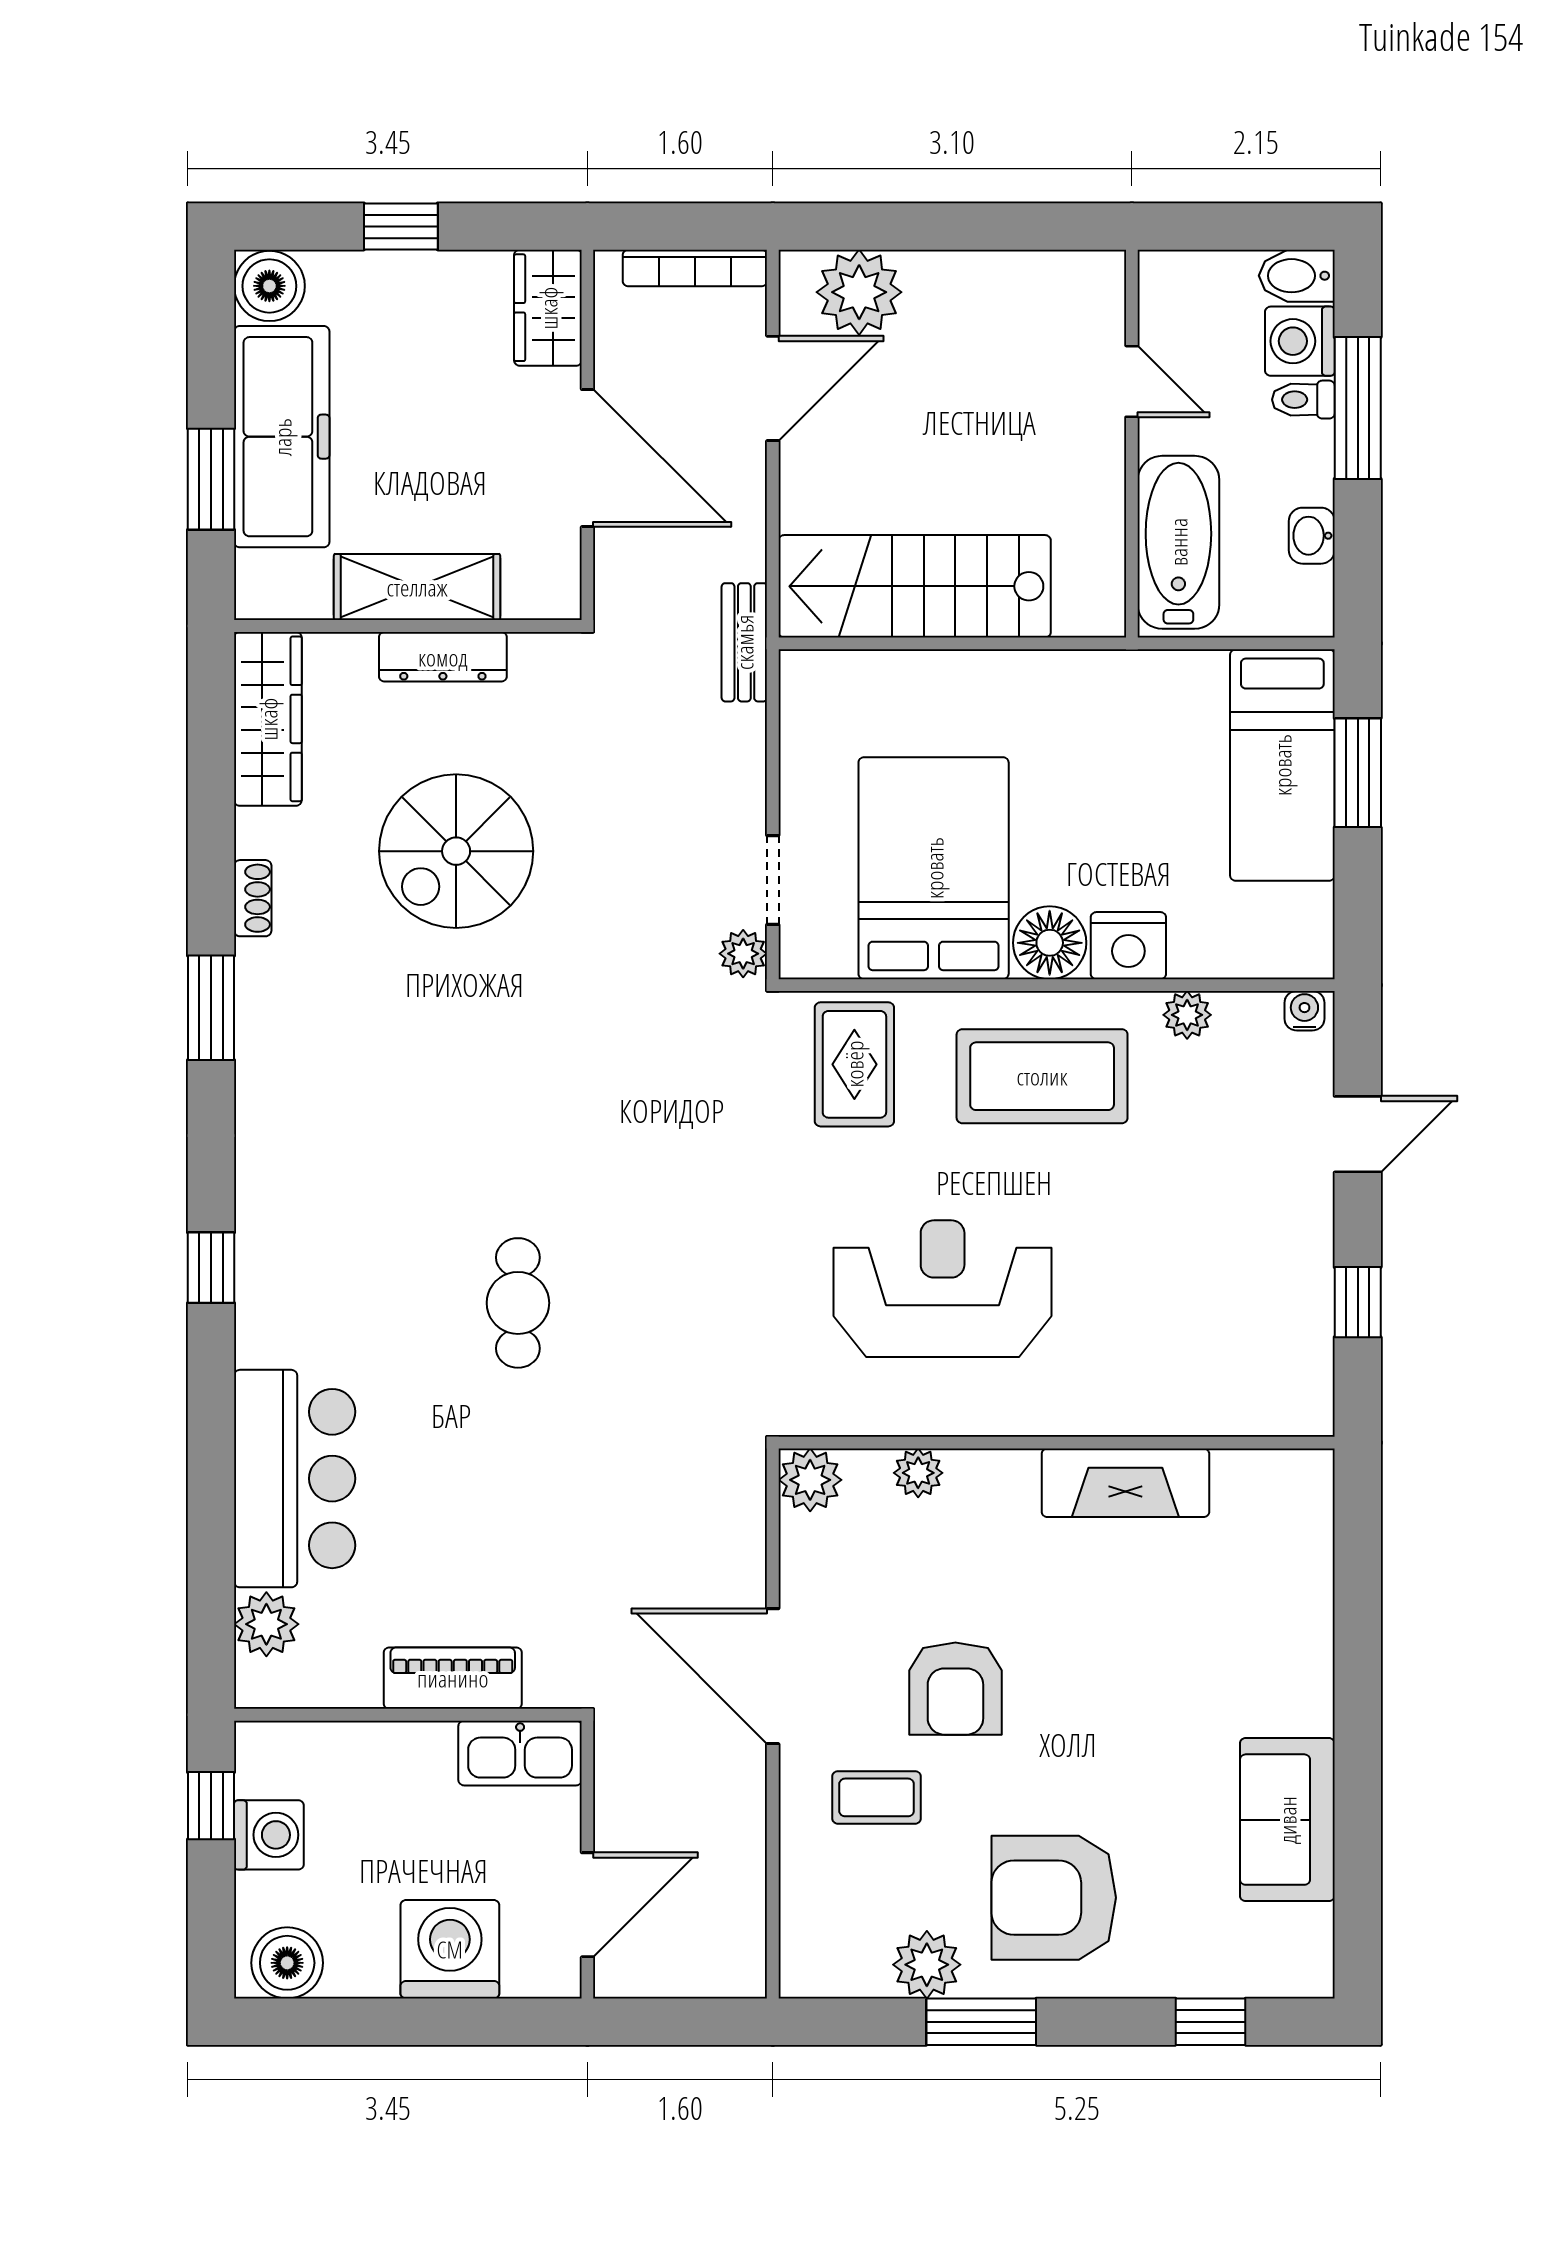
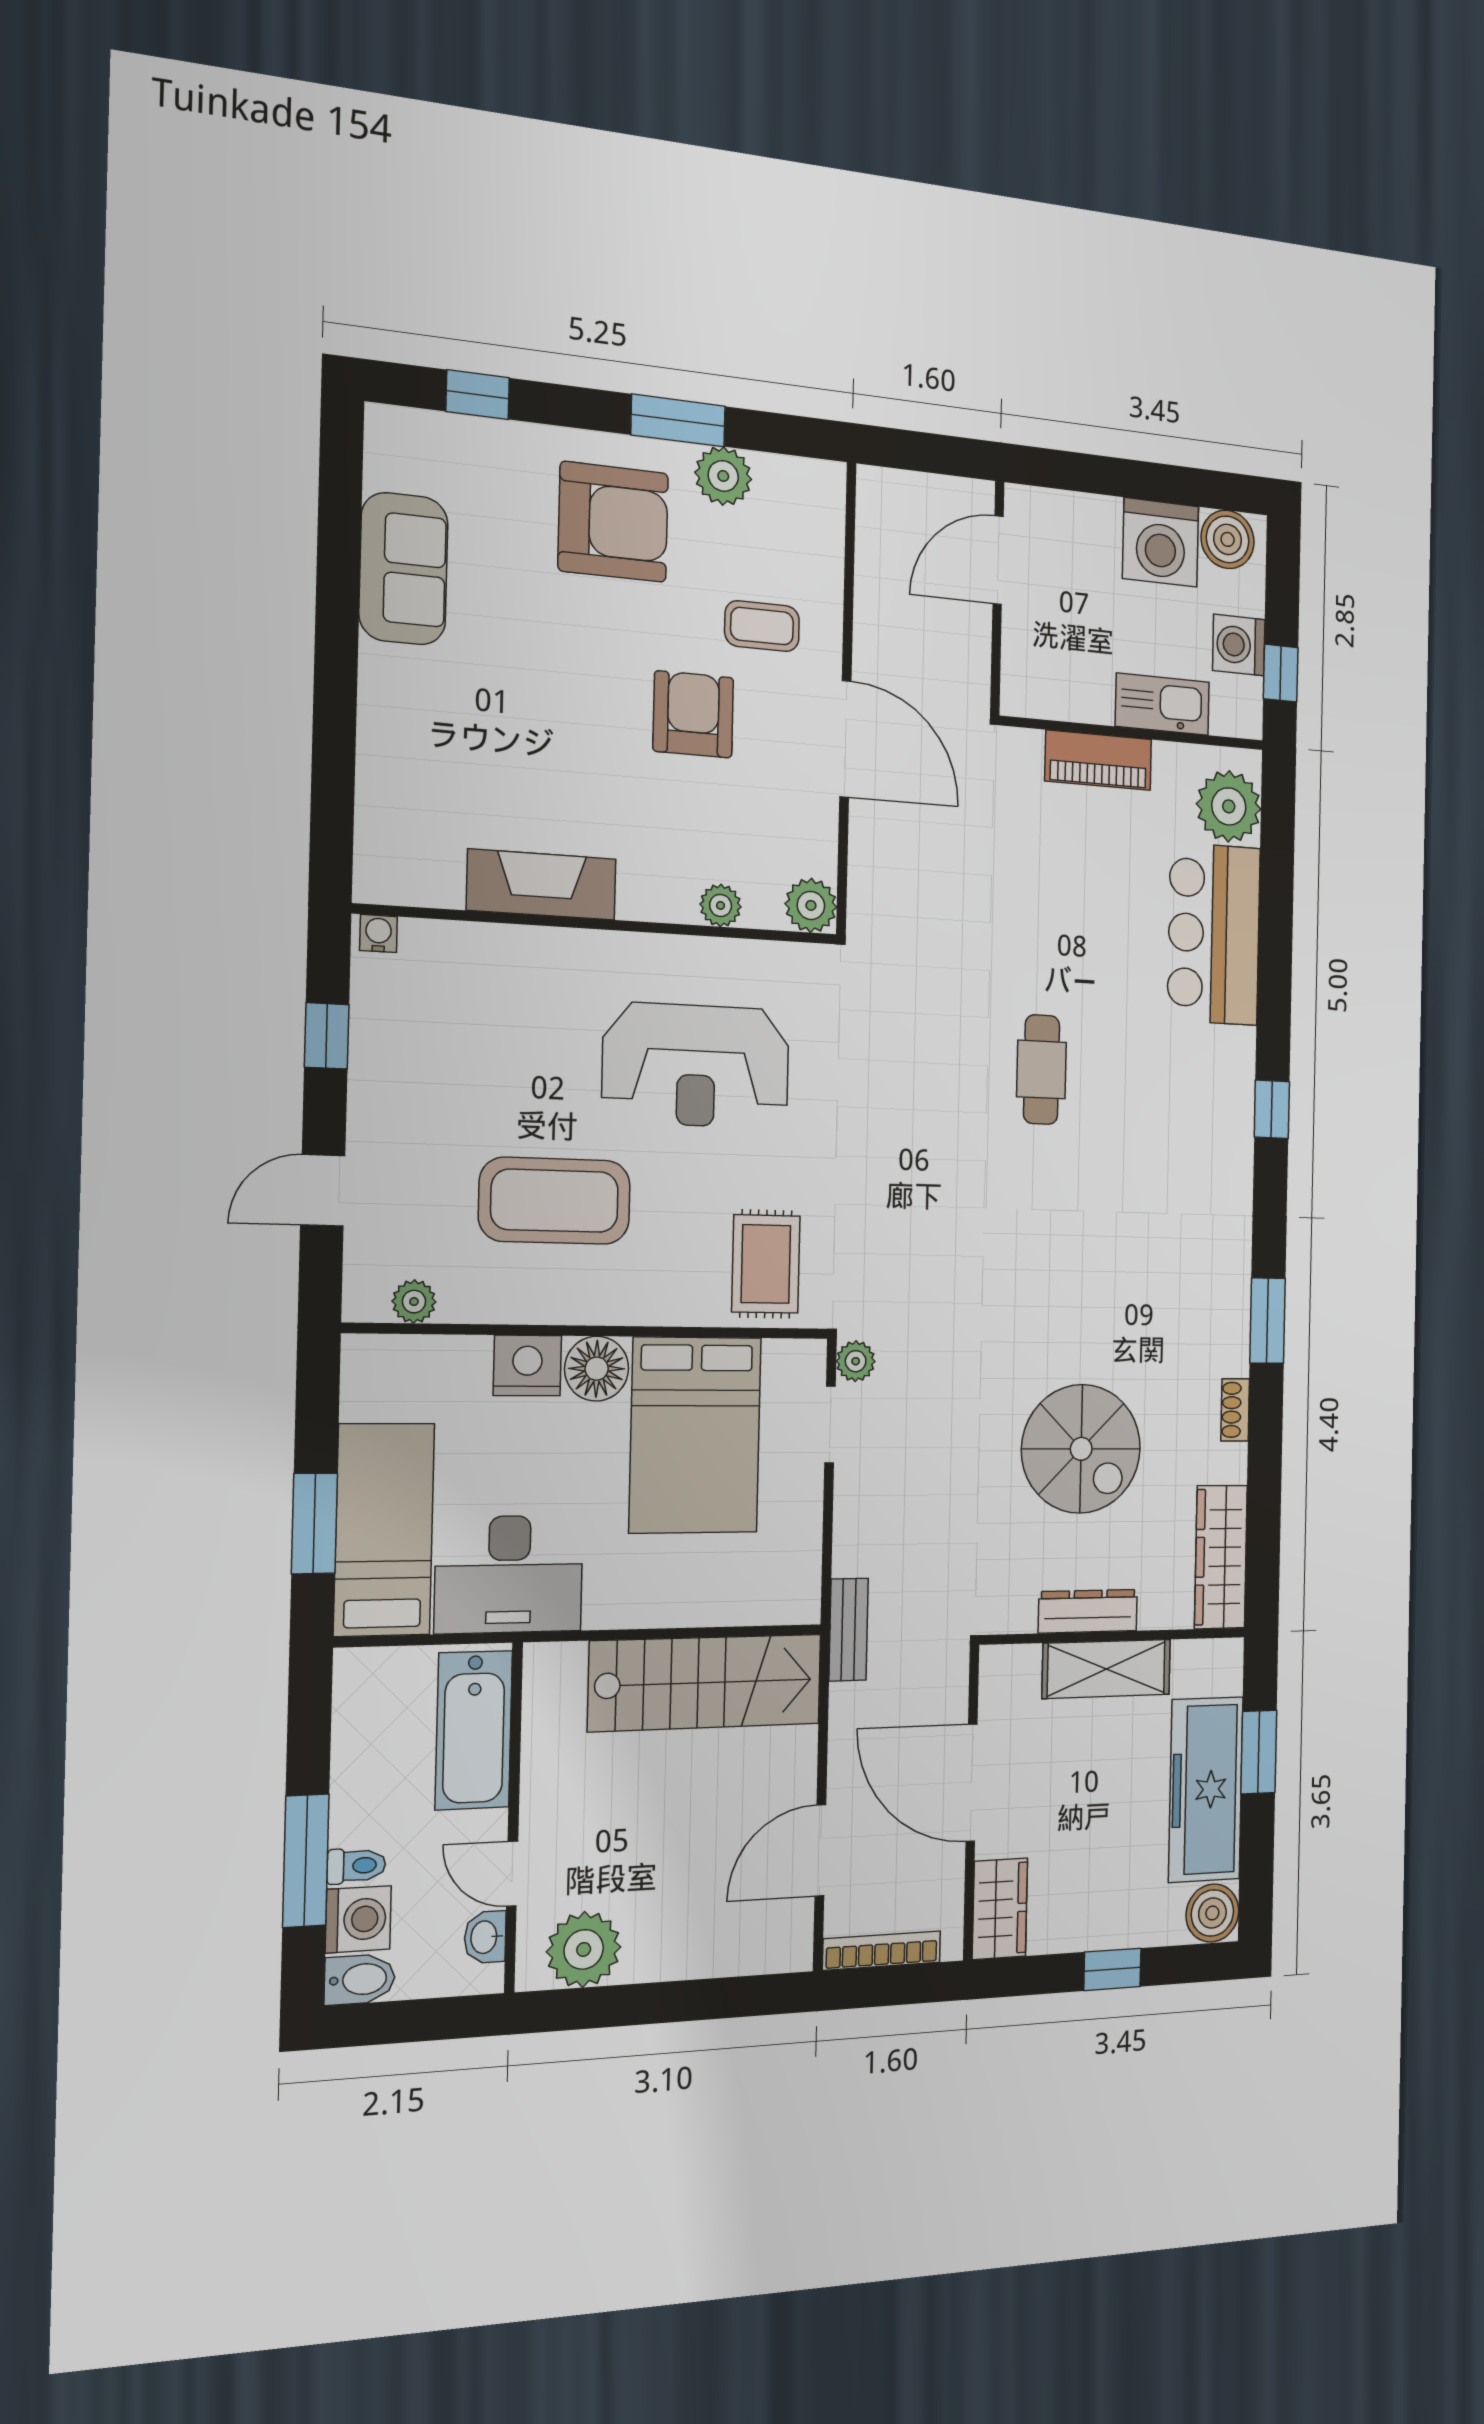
plant: (859, 292) -> (584, 1949), moved
washbasin: (1312, 536) -> (485, 1937), moved, turned 180
desk: (1143, 714) -> (509, 1574), added
spiral stairs: (456, 851) -> (1081, 1449), turned 90
water cooler: (1304, 1011) -> (378, 933), moved, turned 180
plant: (1187, 1015) -> (414, 1302), moved
coffee table: (1042, 1076) -> (555, 1201), moved
plant: (266, 1624) -> (1229, 806), width x1.36, depth x1.36
kitchen sink: (520, 1753) -> (1162, 704), moved
washing machine: (450, 1949) -> (1161, 542), moved

